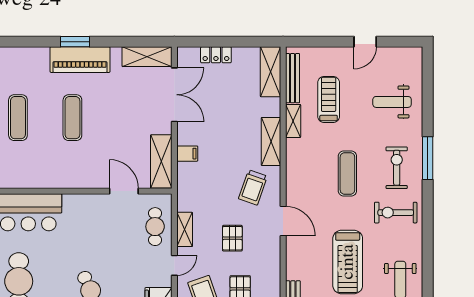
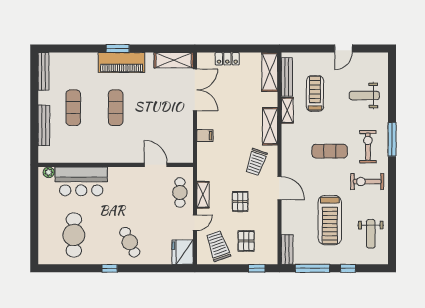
shelving: (161, 161) -> (185, 142), removed
exercise mat: (347, 173) -> (330, 151), turned 90

